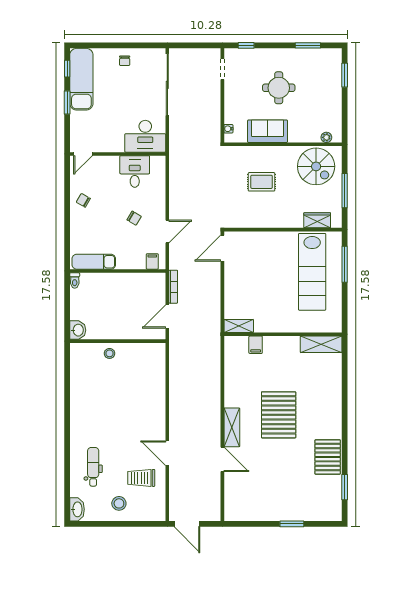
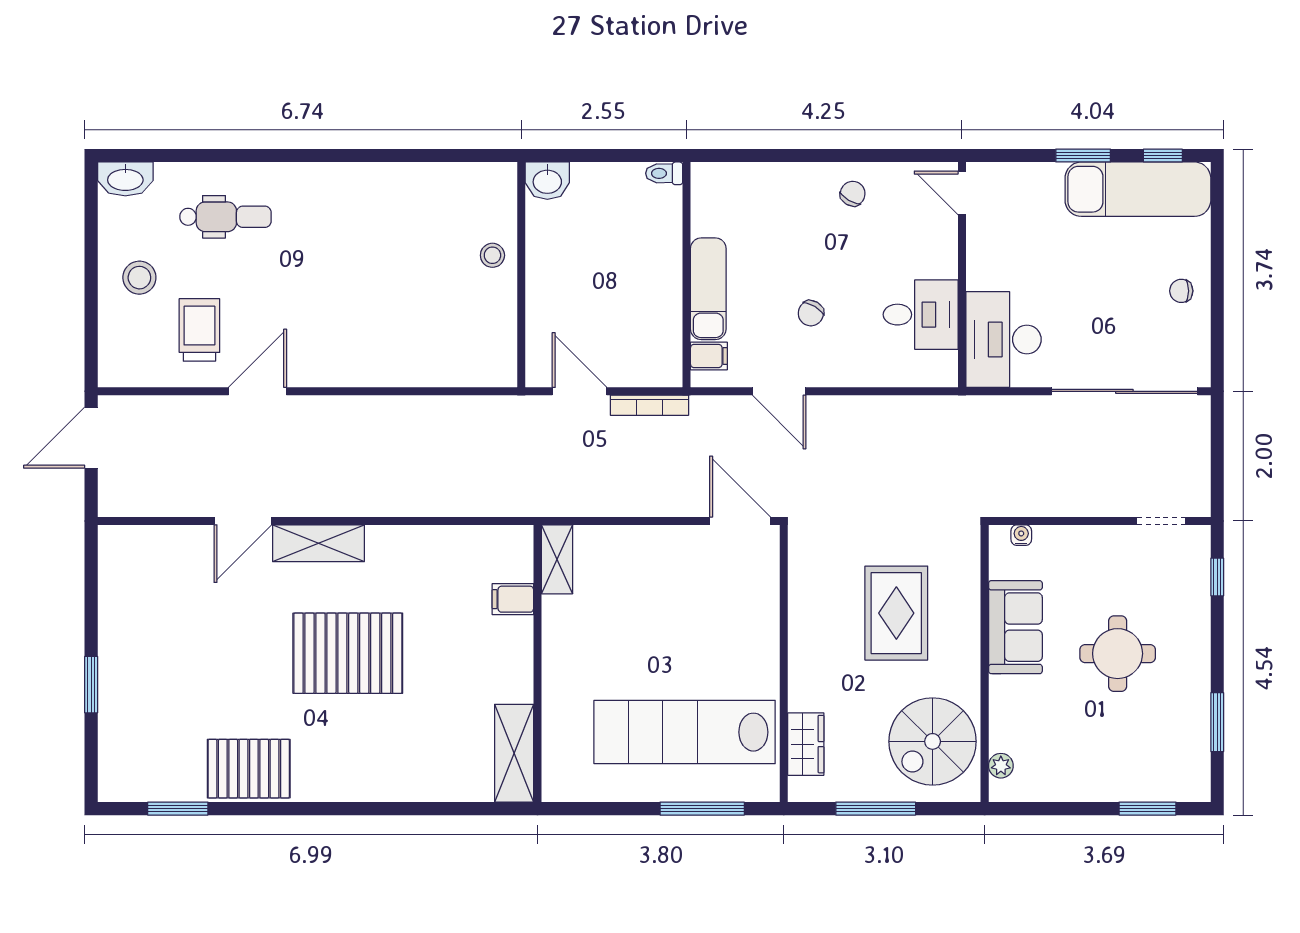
rug: (262, 182) -> (896, 613), width x1.36, depth x1.43
exam couch: (94, 262) -> (708, 289), moved

